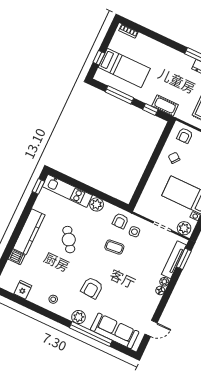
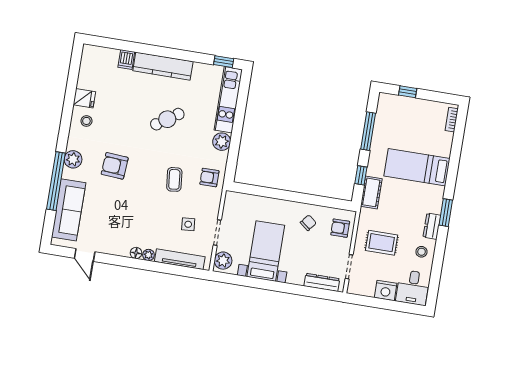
bed: (124, 68) -> (417, 167), moved, turned 90
side table: (134, 232) -> (188, 224), moved
window: (184, 259) -> (184, 271), removed
fridge: (23, 290) -> (84, 98), moved

